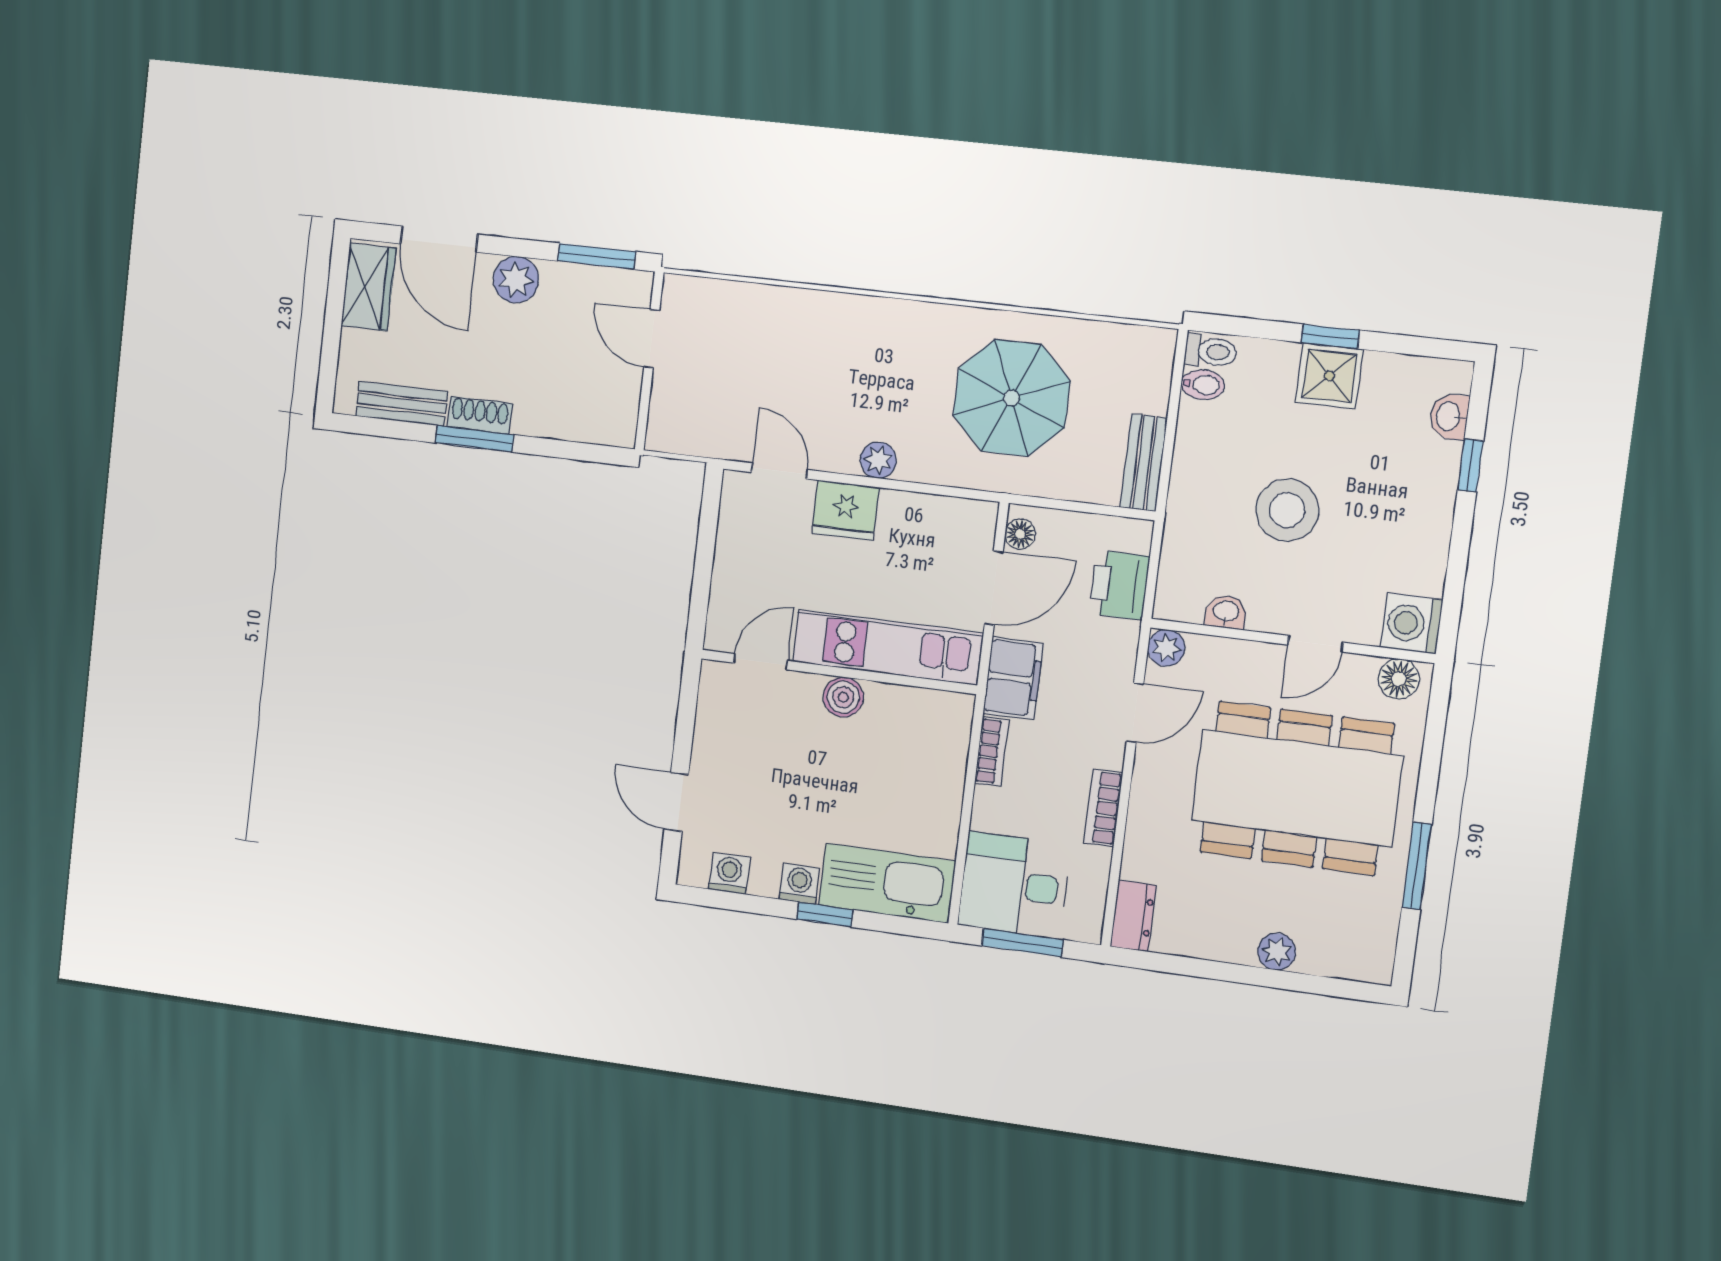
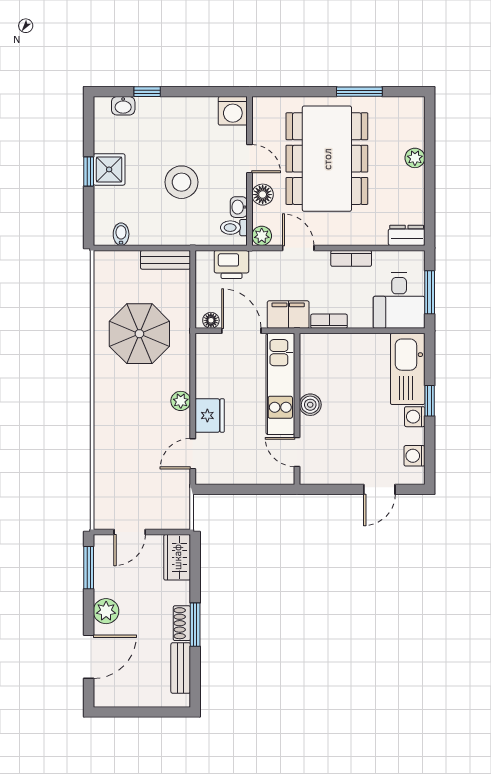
wardrobe: (368, 287) -> (177, 557), moved, turned -90
toilet: (1211, 351) -> (234, 228), moved, turned -90
floor lamp: (1399, 679) -> (263, 195), moved

